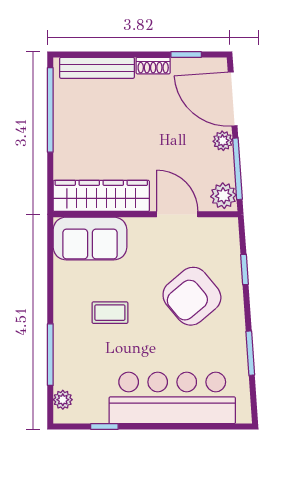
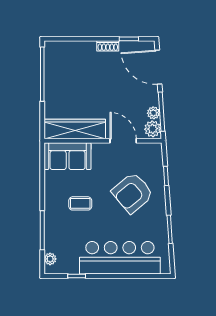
bench: (97, 68) -> (72, 47), removed
plant: (223, 141) -> (153, 113), moved

